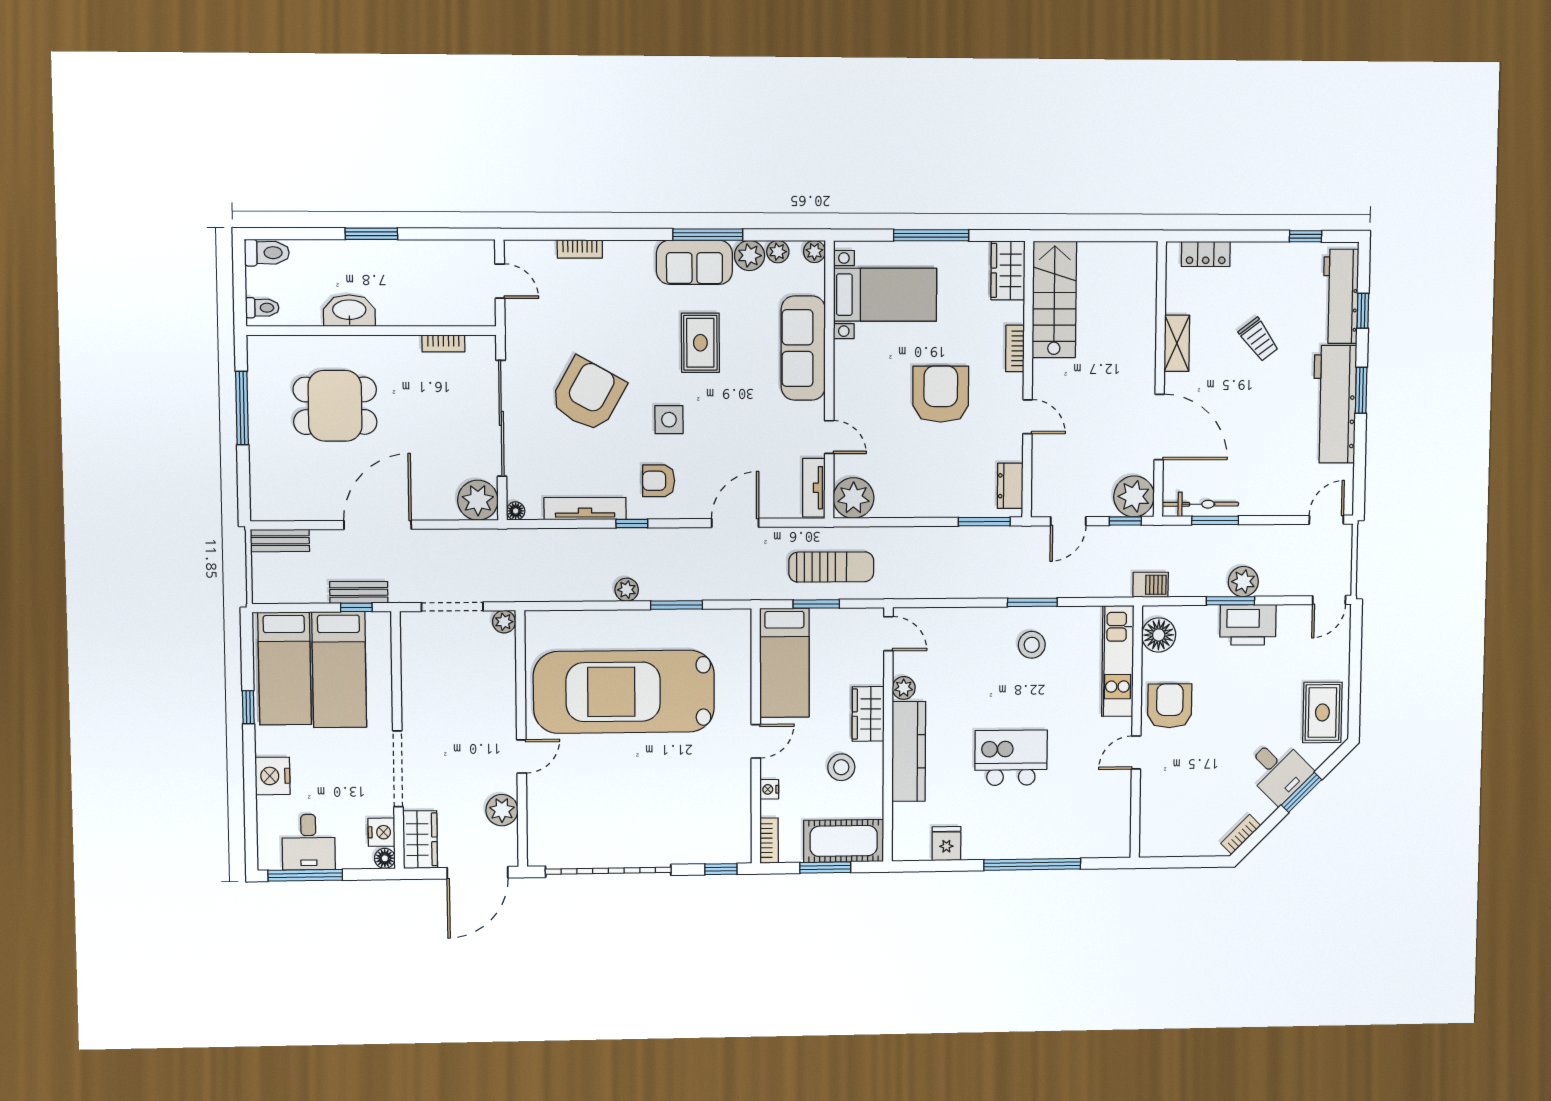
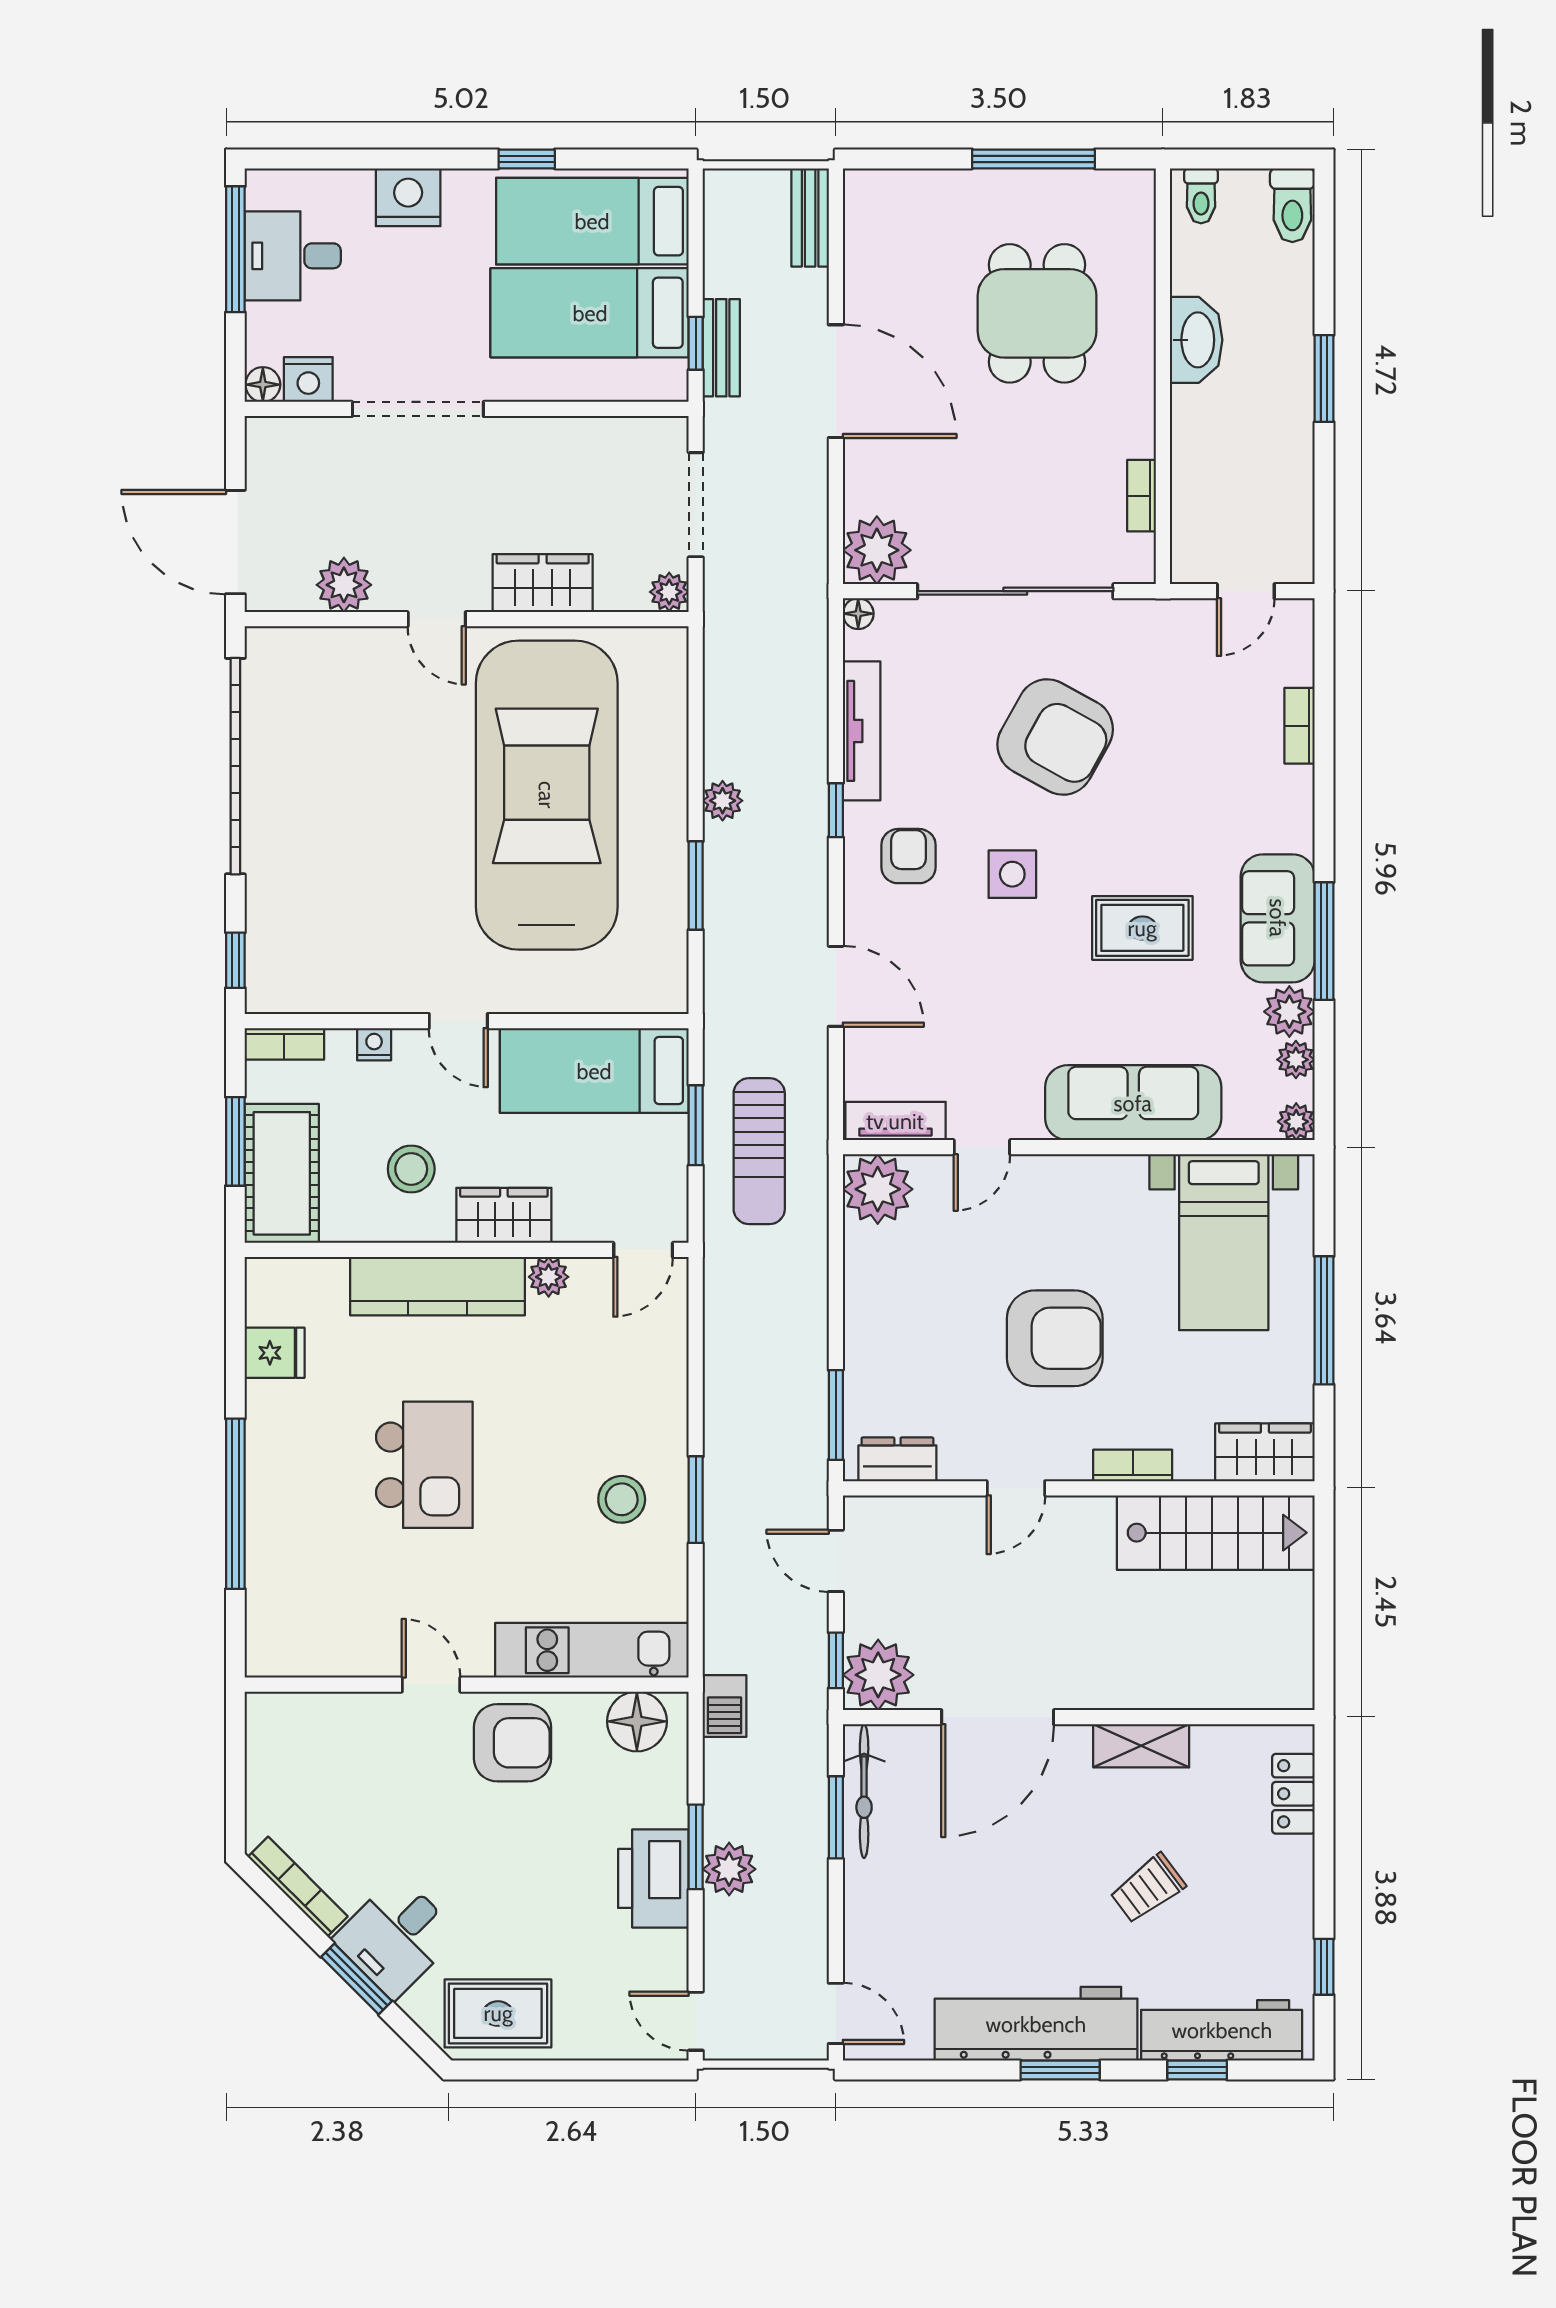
bookcase: (1241, 834) -> (298, 1887), width x1.56
wardrobe: (420, 840) -> (543, 583), moved, turned 180

